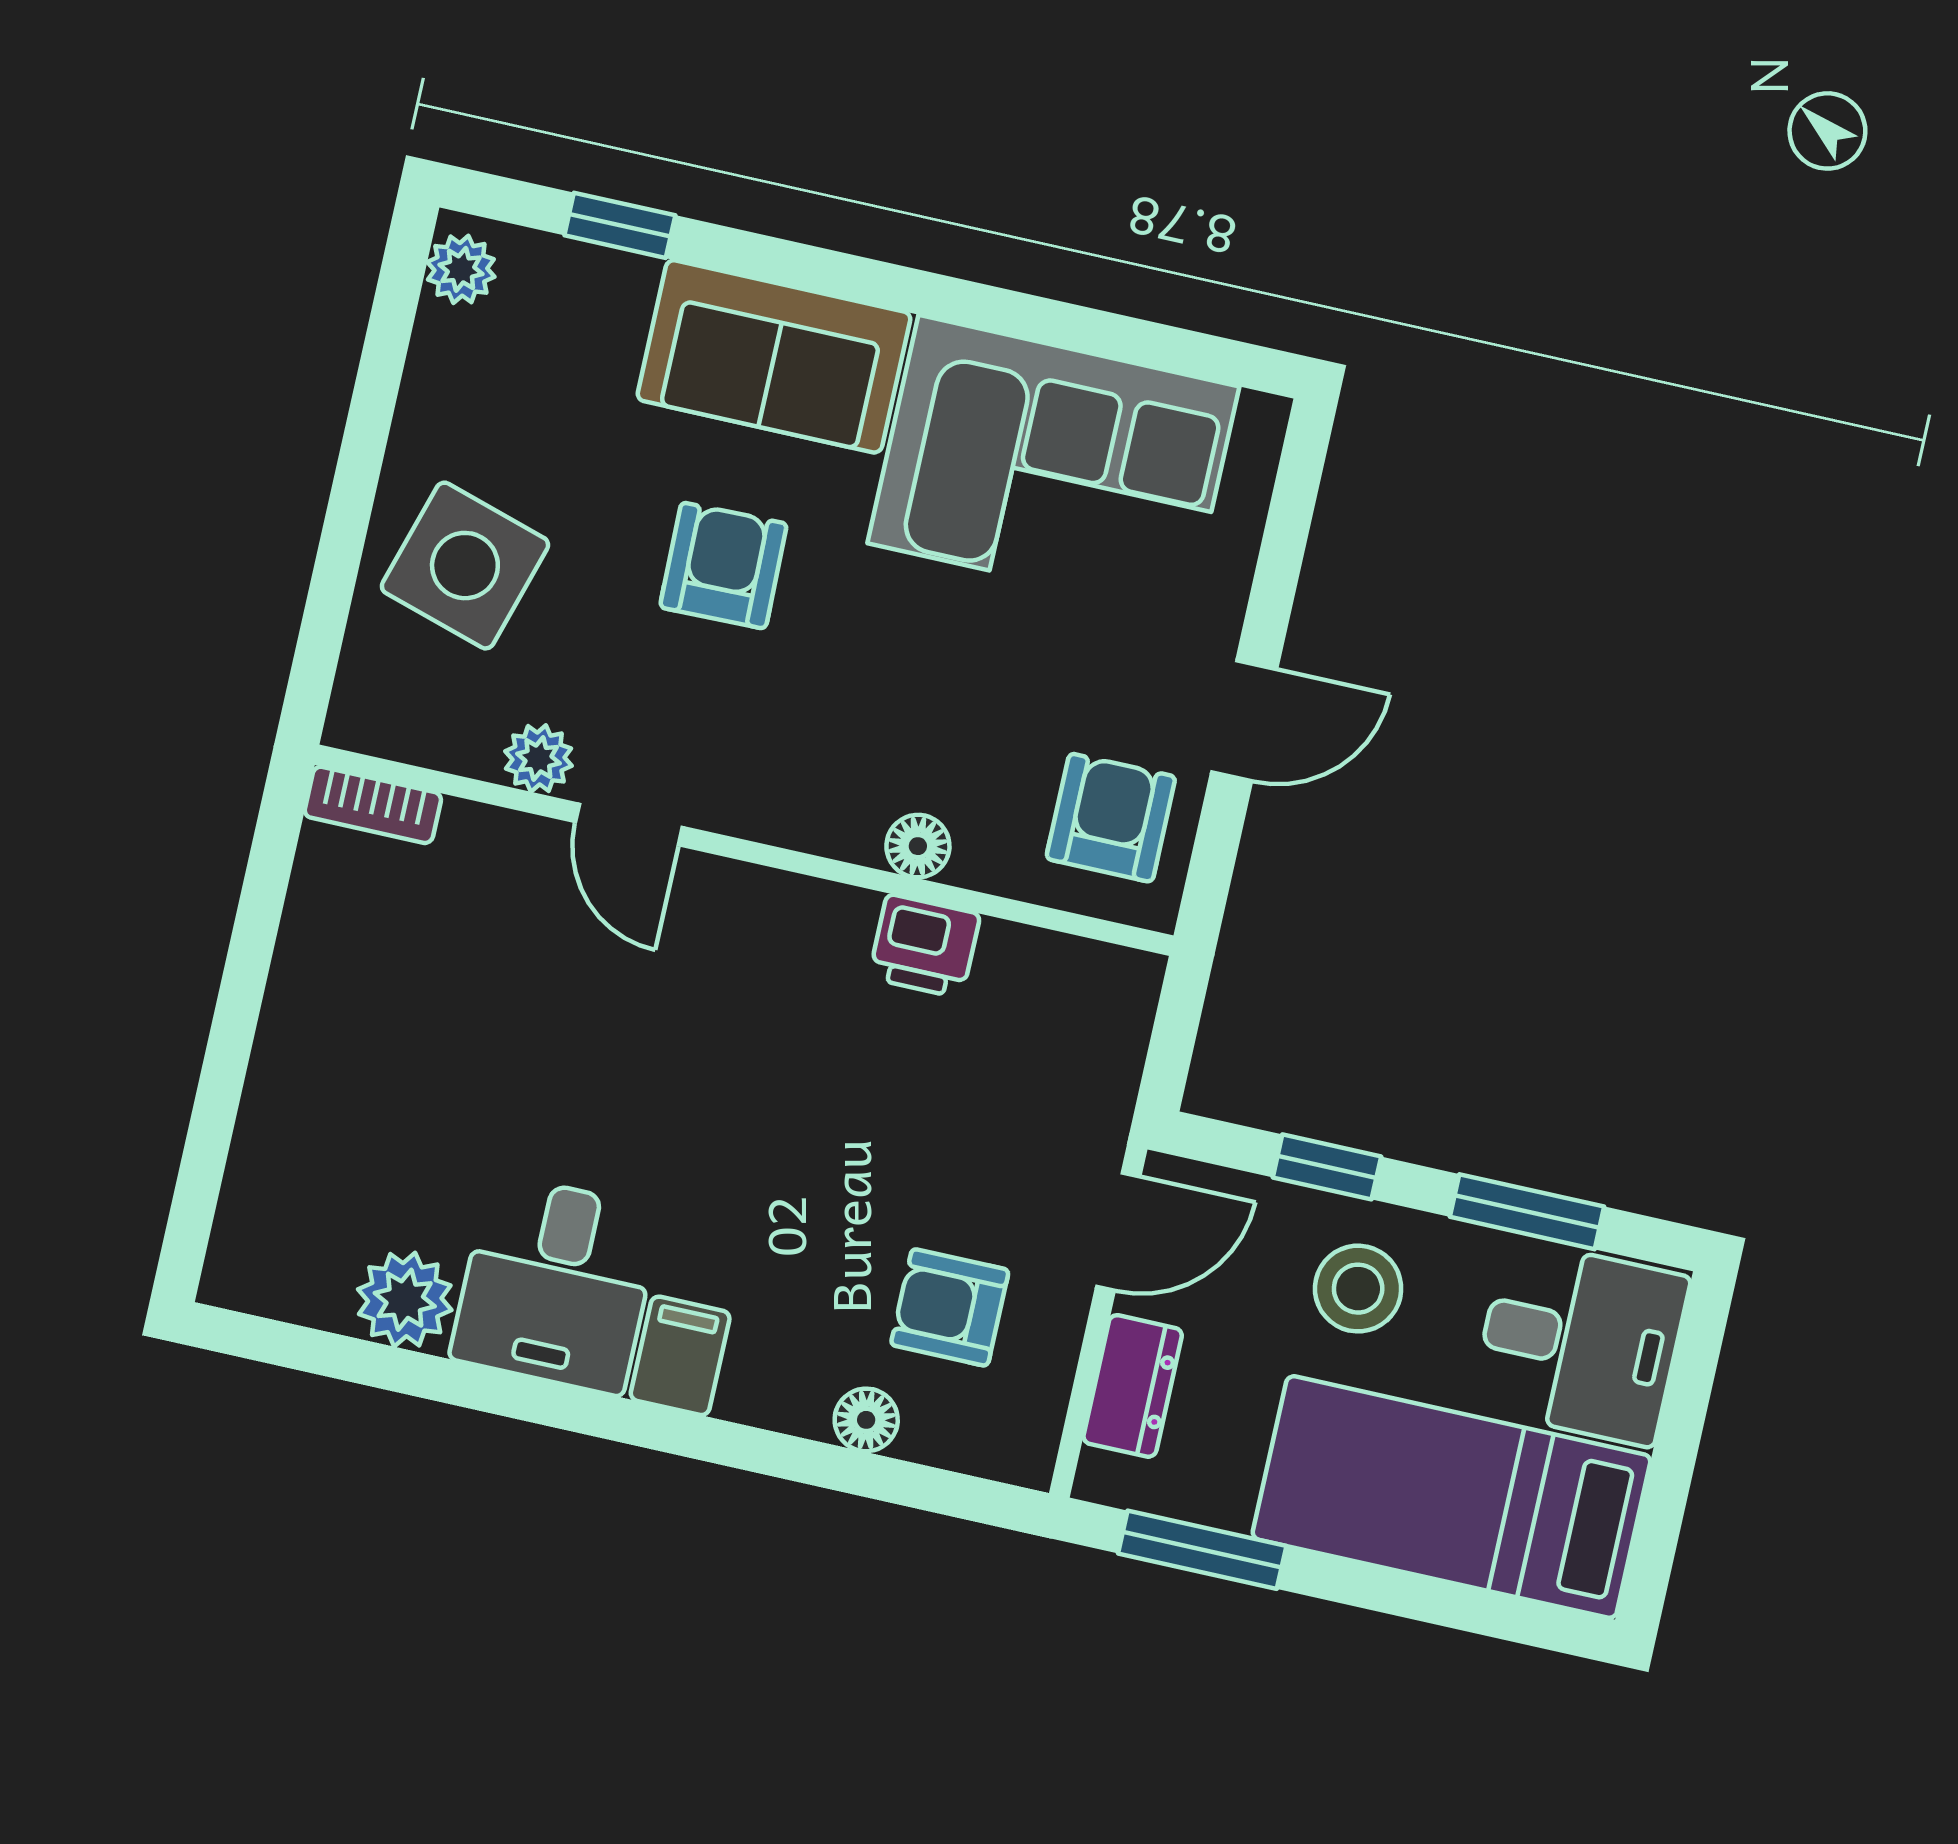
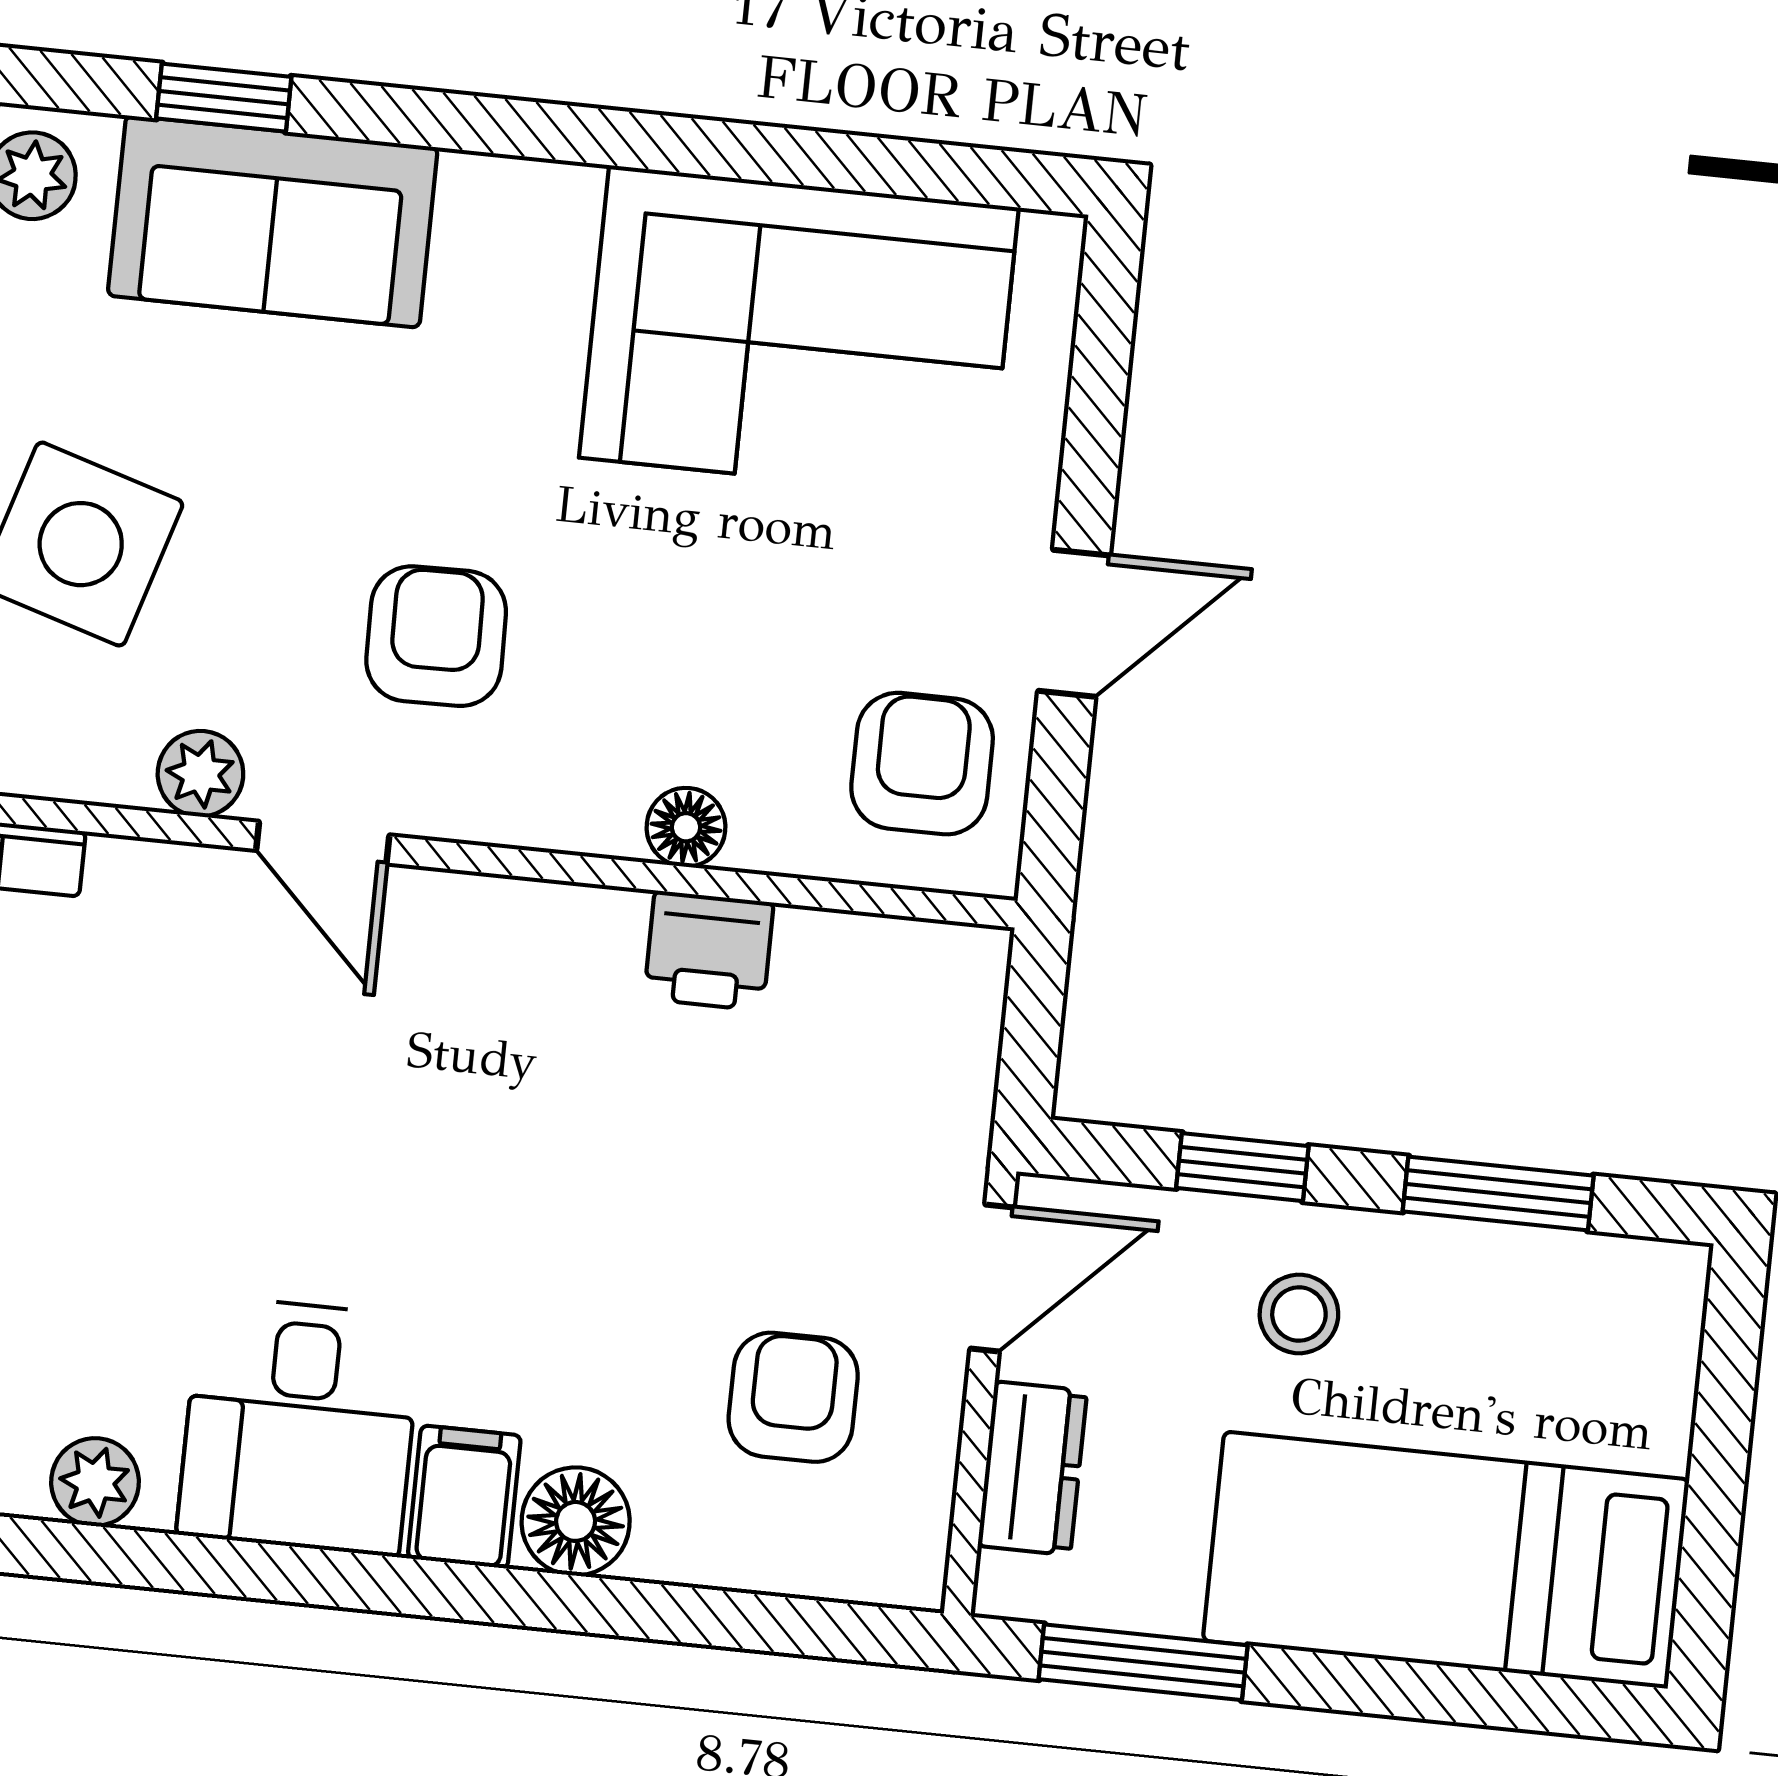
sofa: (774, 356) -> (273, 222), moved
armchair: (723, 566) -> (436, 636), moved
stool: (1358, 1289) -> (1299, 1314), width x0.73, depth x0.73
plant: (405, 1300) -> (95, 1482), width x0.73, depth x0.73
armchair: (950, 1307) -> (793, 1397), turned 90
desk: (1580, 1342) -> (1583, 1349), removed
floor lamp: (866, 1420) -> (576, 1521), moved, width x1.37, depth x1.37

